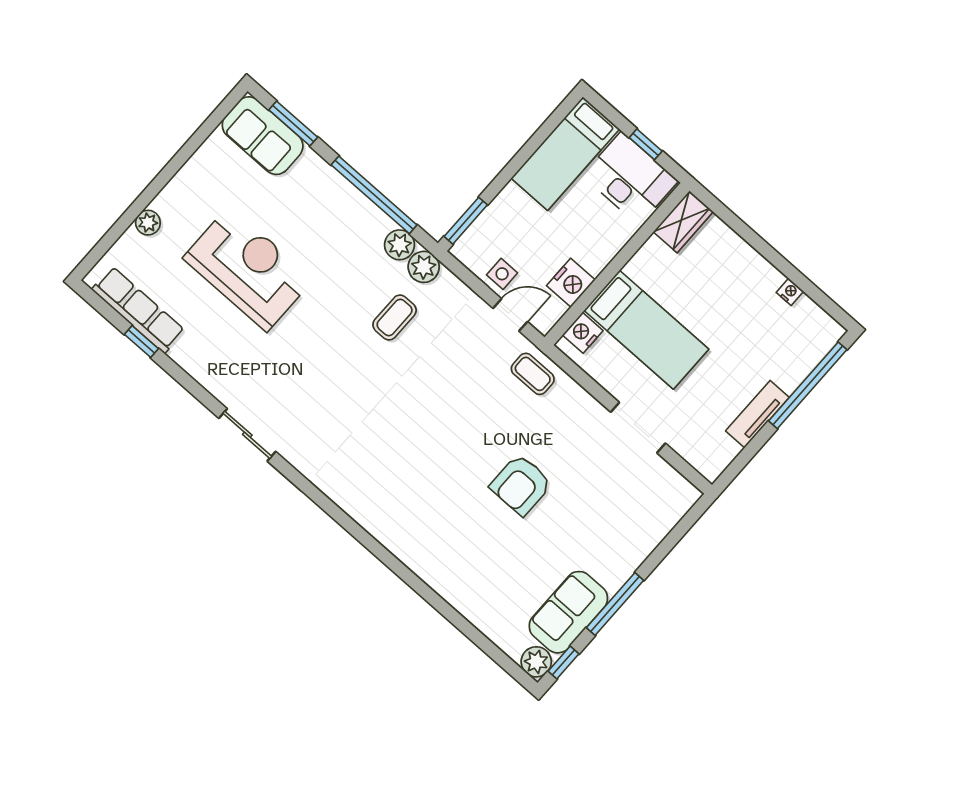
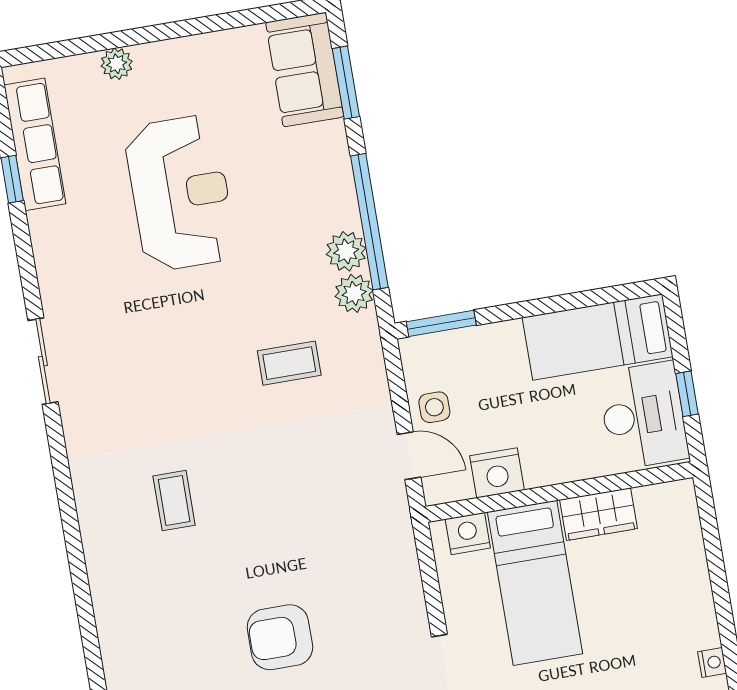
wardrobe: (683, 222) -> (598, 514), moved
plant: (424, 267) -> (346, 251), moved
coffee table: (533, 374) -> (174, 501), moved

